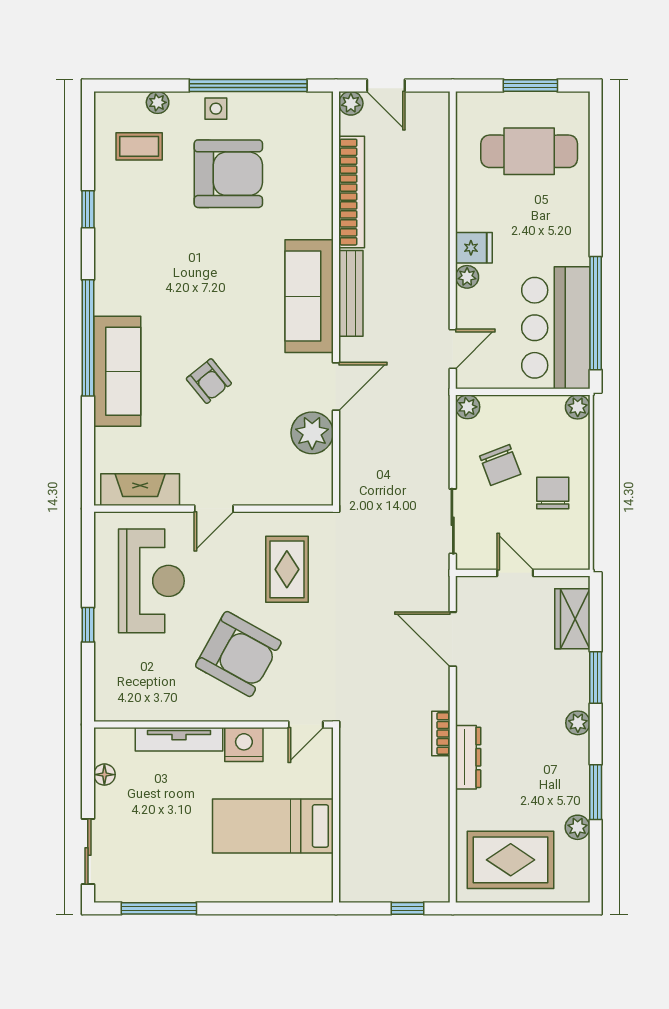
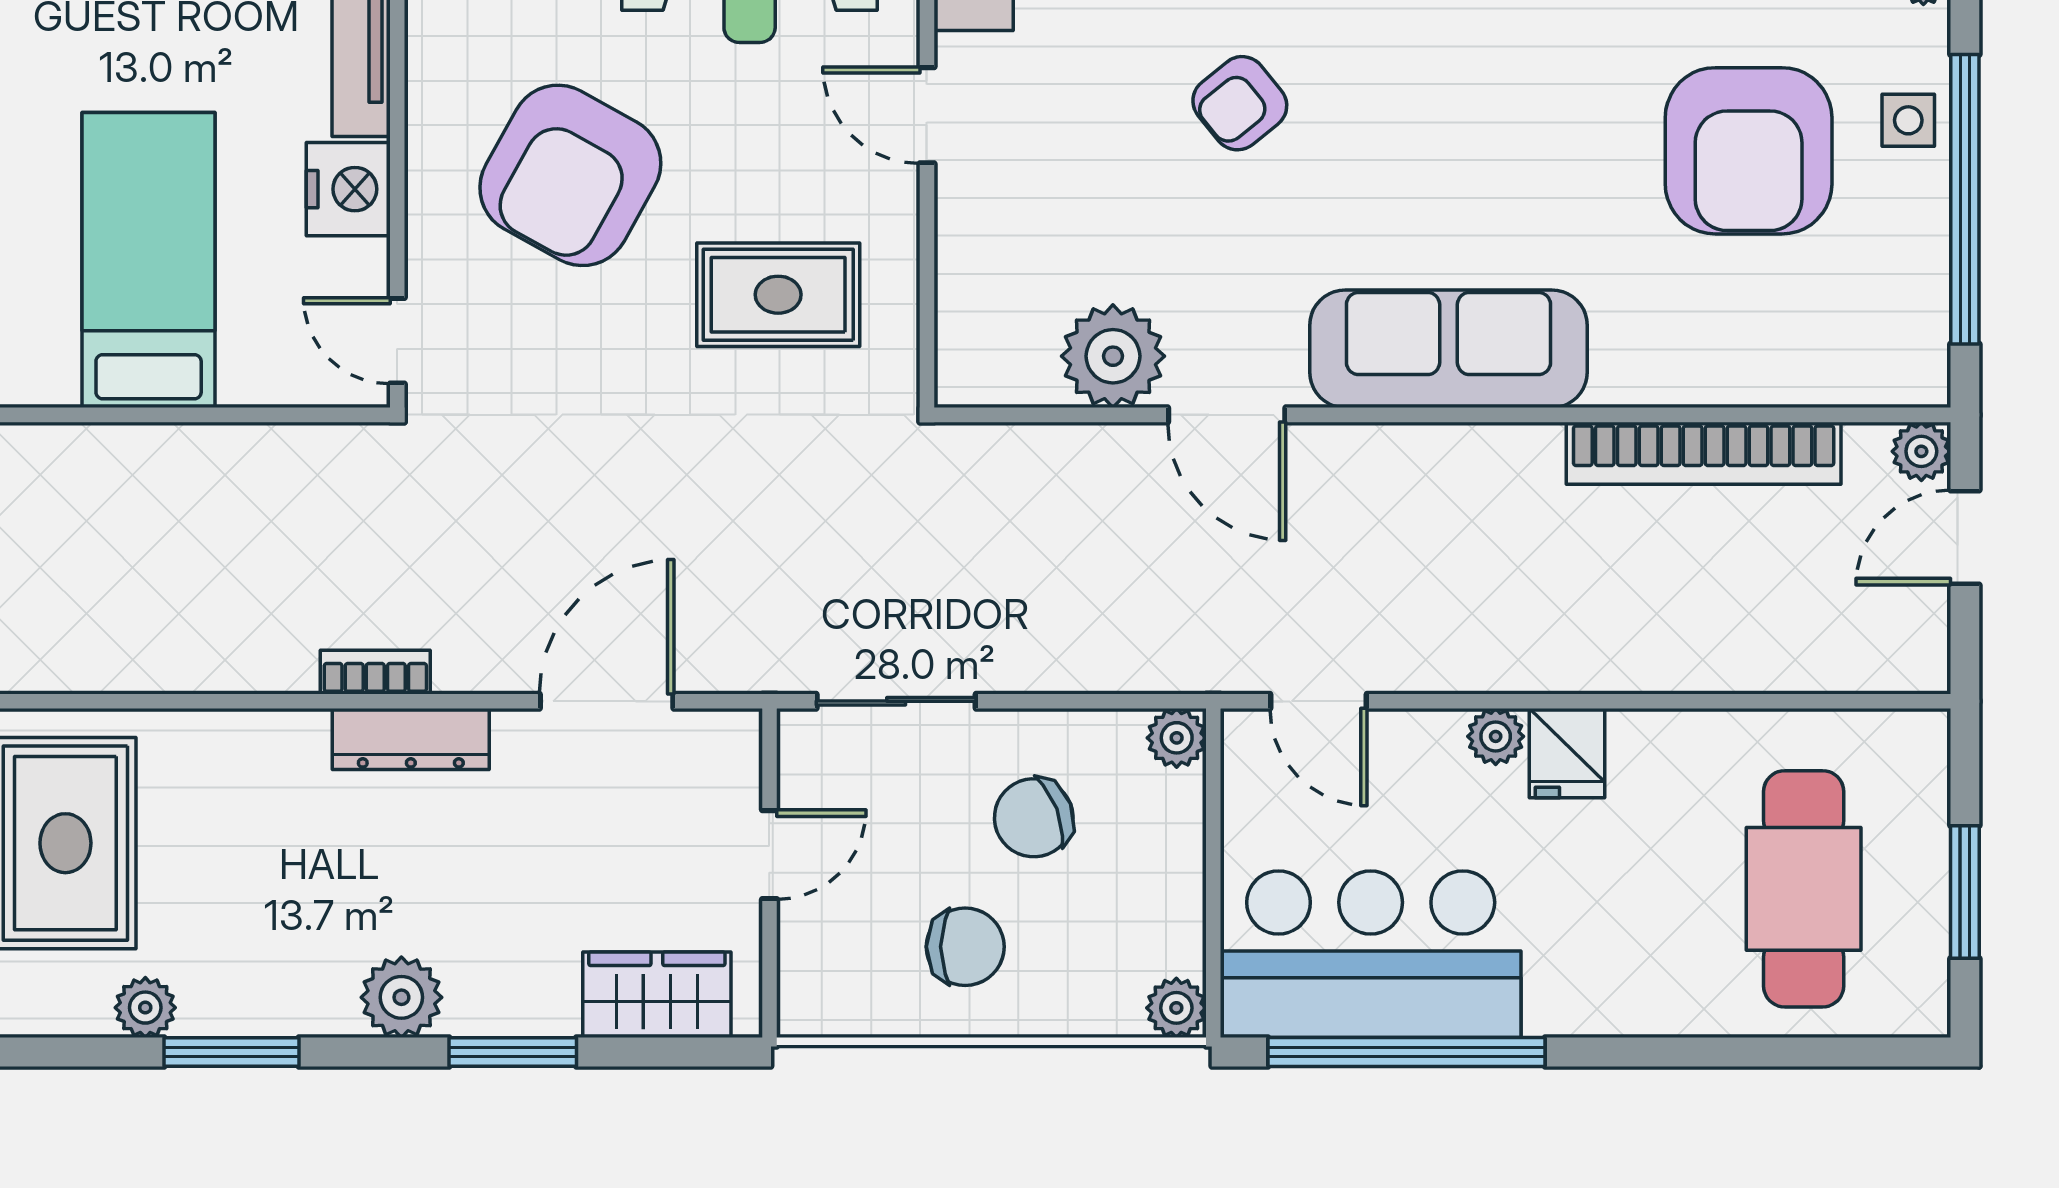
bench: (351, 293) -> (1455, 452), removed
plant: (578, 723) -> (401, 997), width x1.38, depth x1.38
dresser: (468, 757) -> (411, 739), moved

